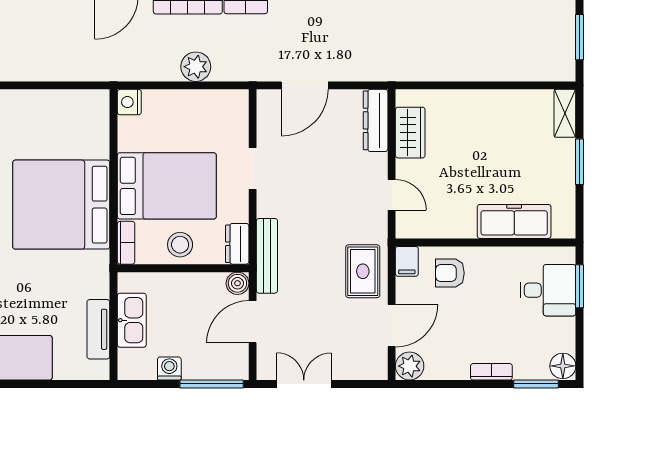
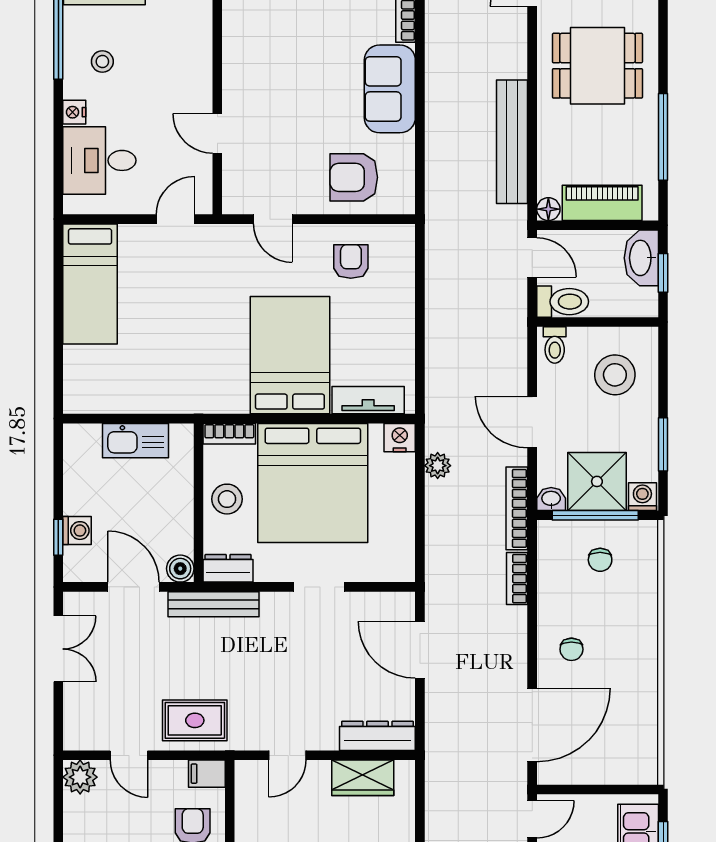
plant: (196, 67) -> (438, 466), moved, width x0.73, depth x0.73
bed: (167, 186) -> (313, 483), width x1.36
bed: (61, 205) -> (290, 355), width x0.73
door: (392, 326) -> (129, 755), width x0.73
tv unit: (98, 329) -> (368, 400), moved
washing machine: (169, 368) -> (77, 531), moved
window: (212, 384) -> (58, 537), width x0.46

